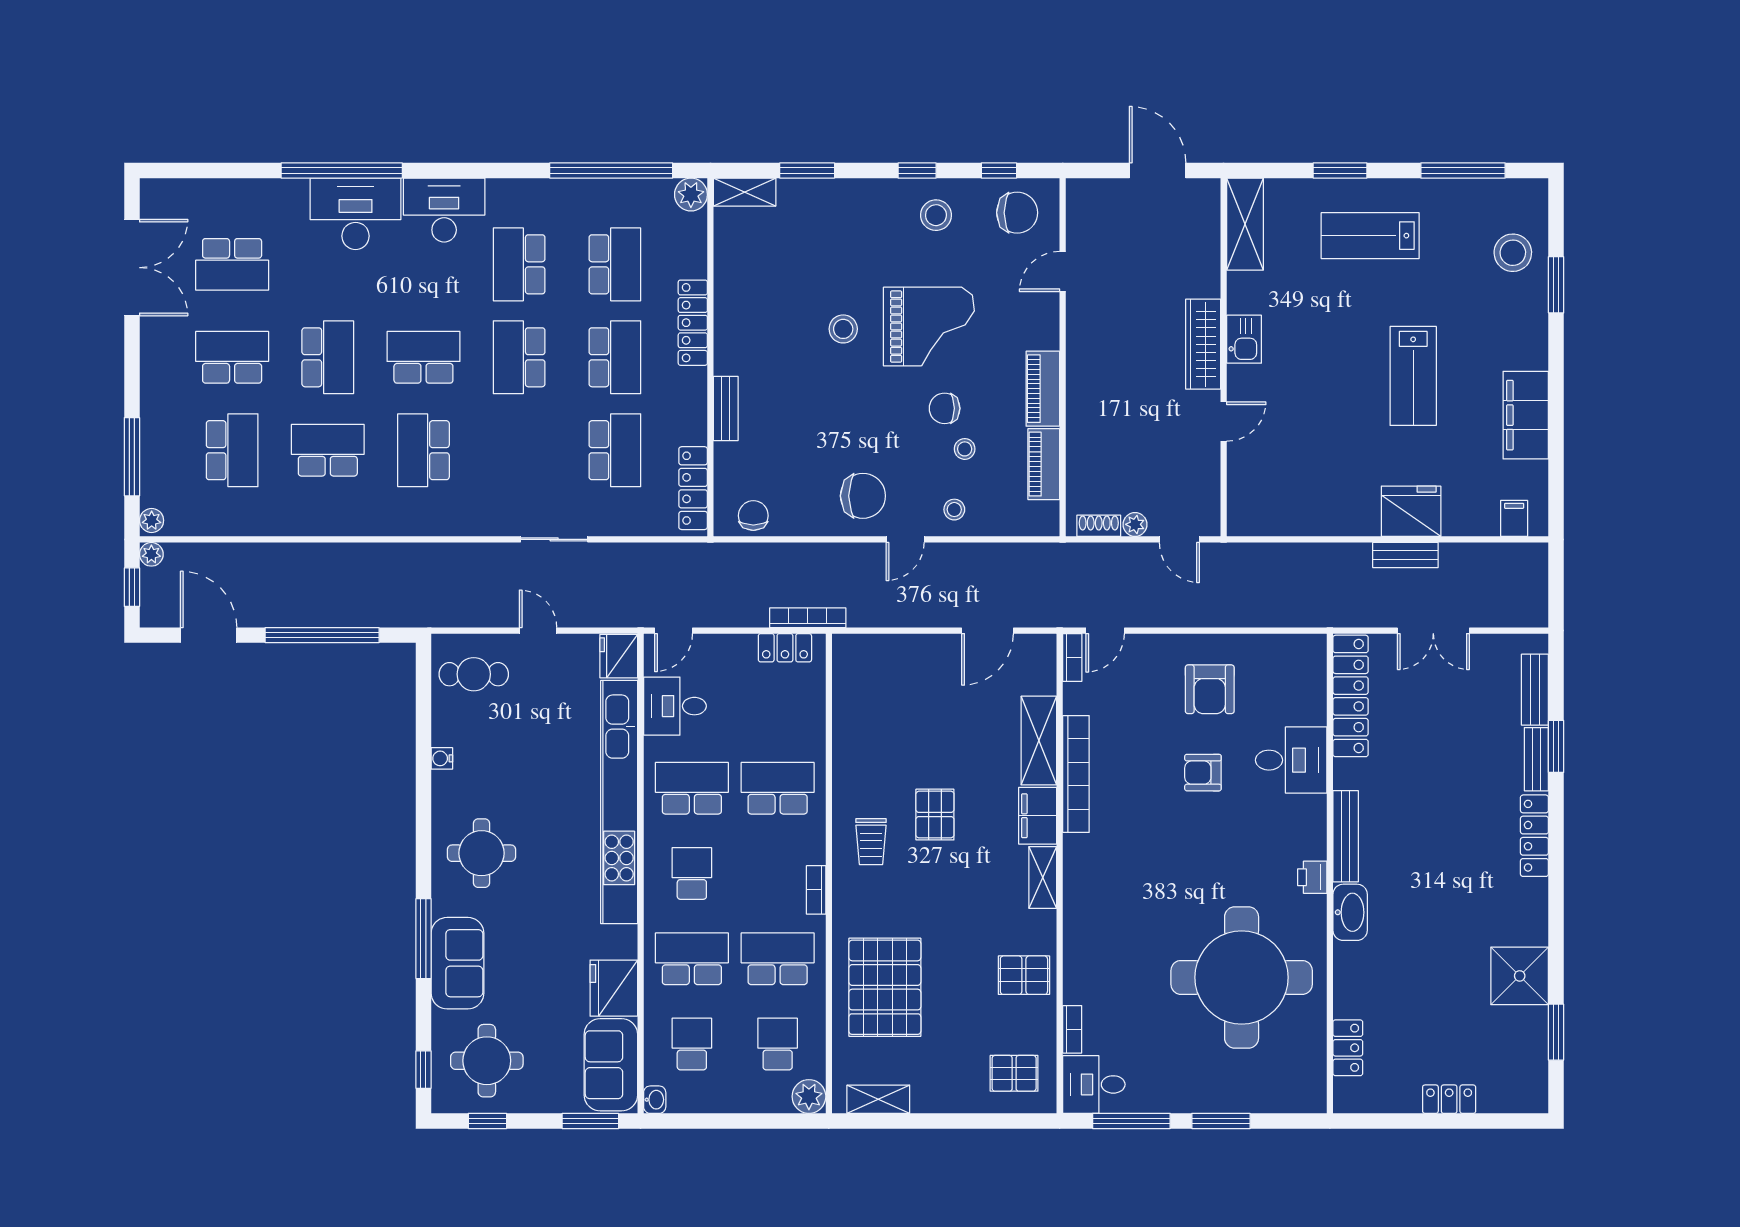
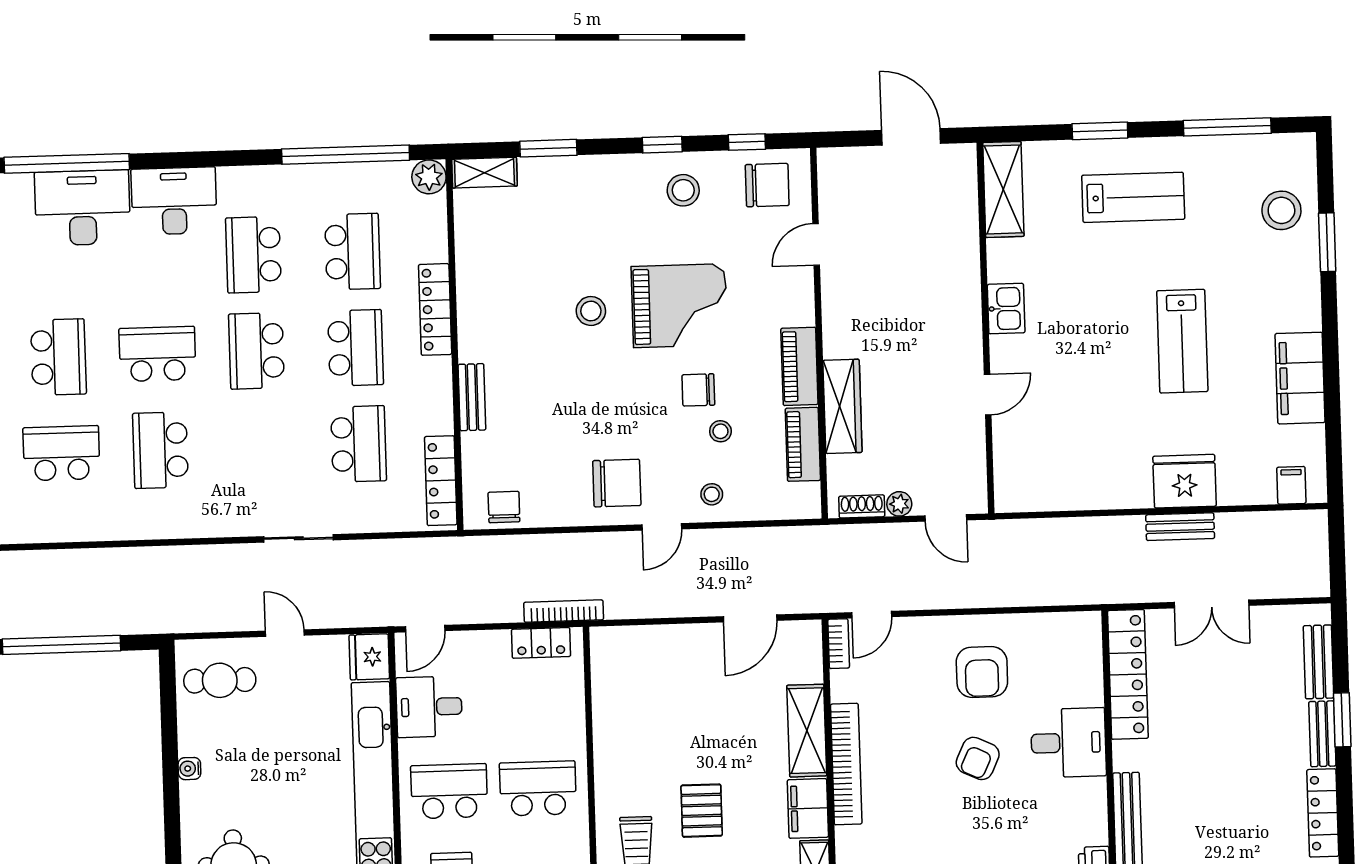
lab bench: (1370, 236) -> (1133, 197), turned 180
wardrobe: (1203, 344) -> (842, 406), moved, turned 180
armchair: (1203, 773) -> (978, 758), turned -65

